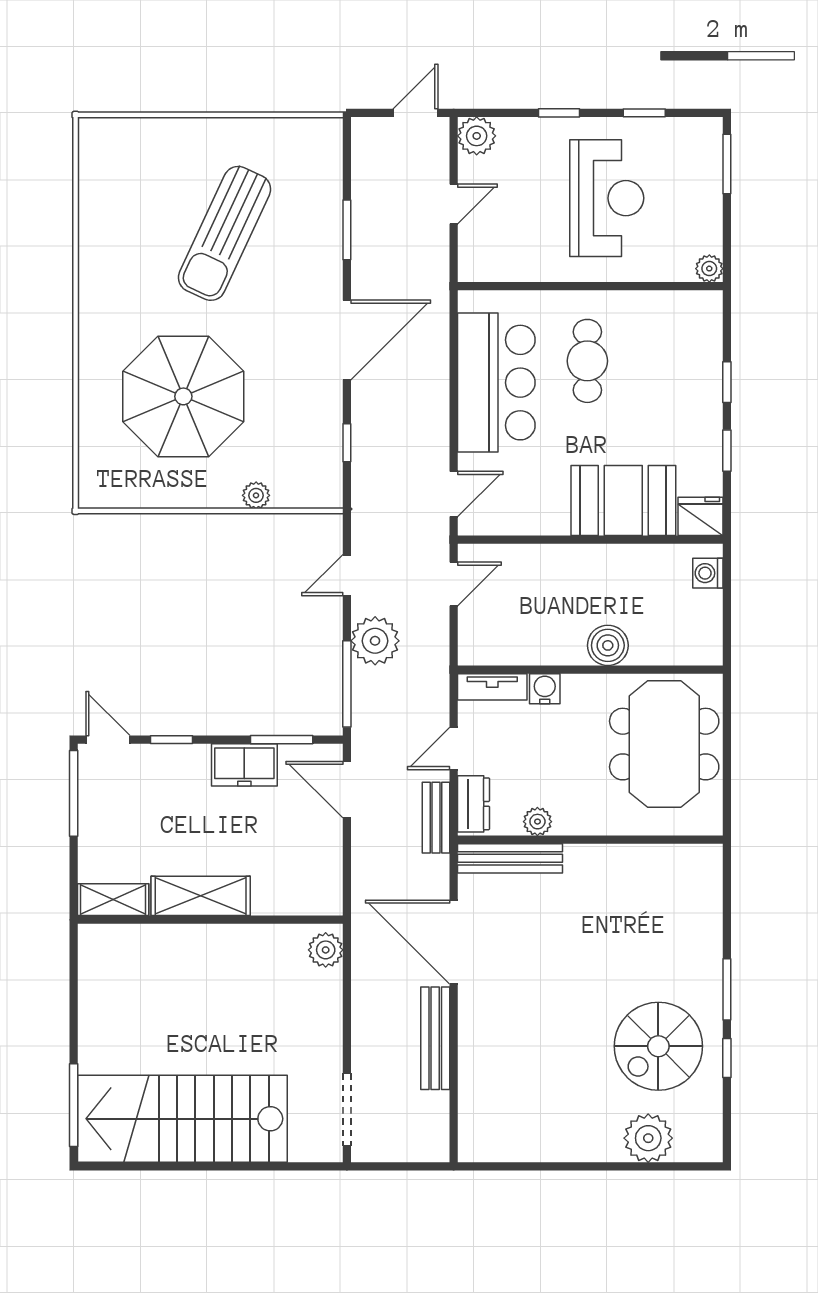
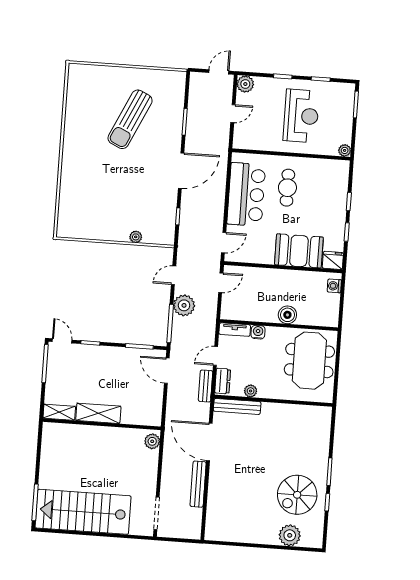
parasol: (183, 396) -> (107, 191), removed
freezer: (244, 765) -> (122, 356), removed

